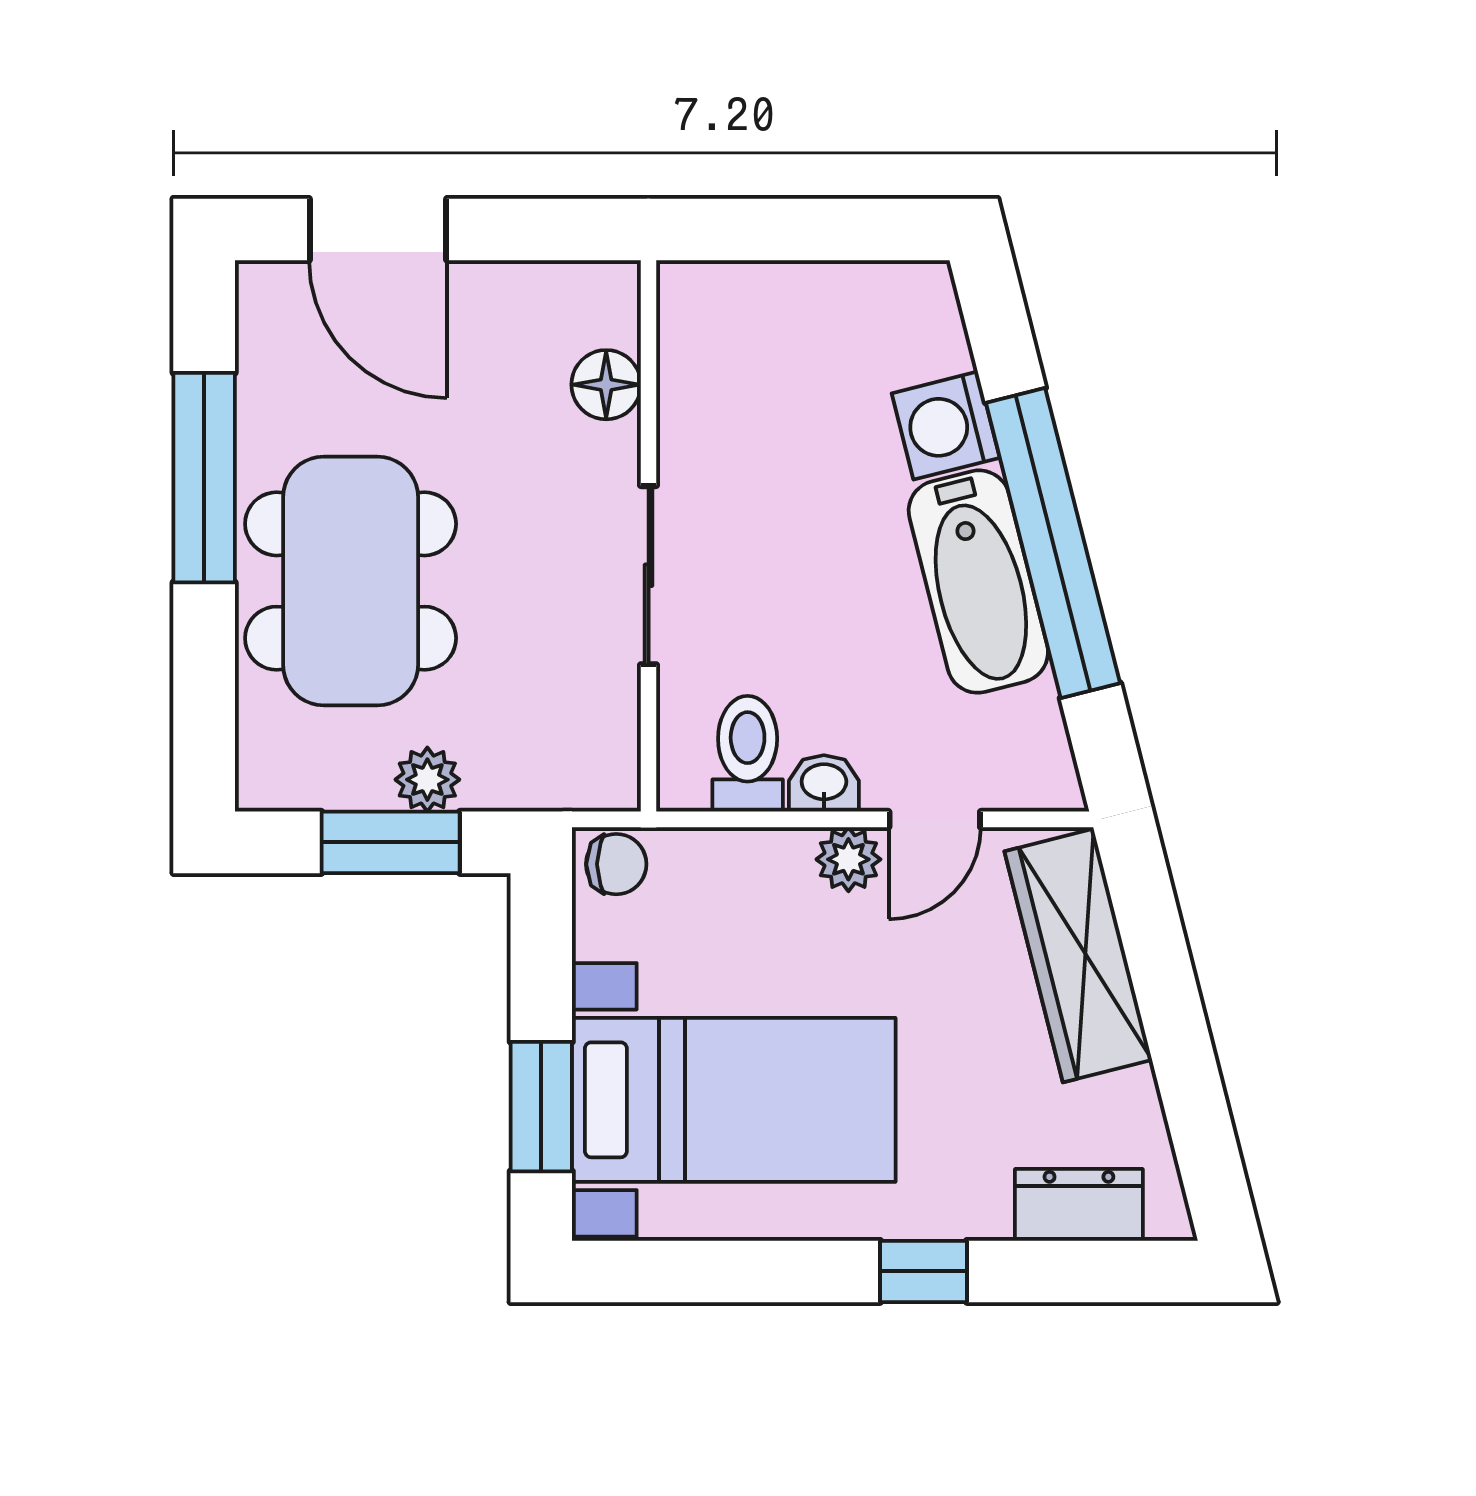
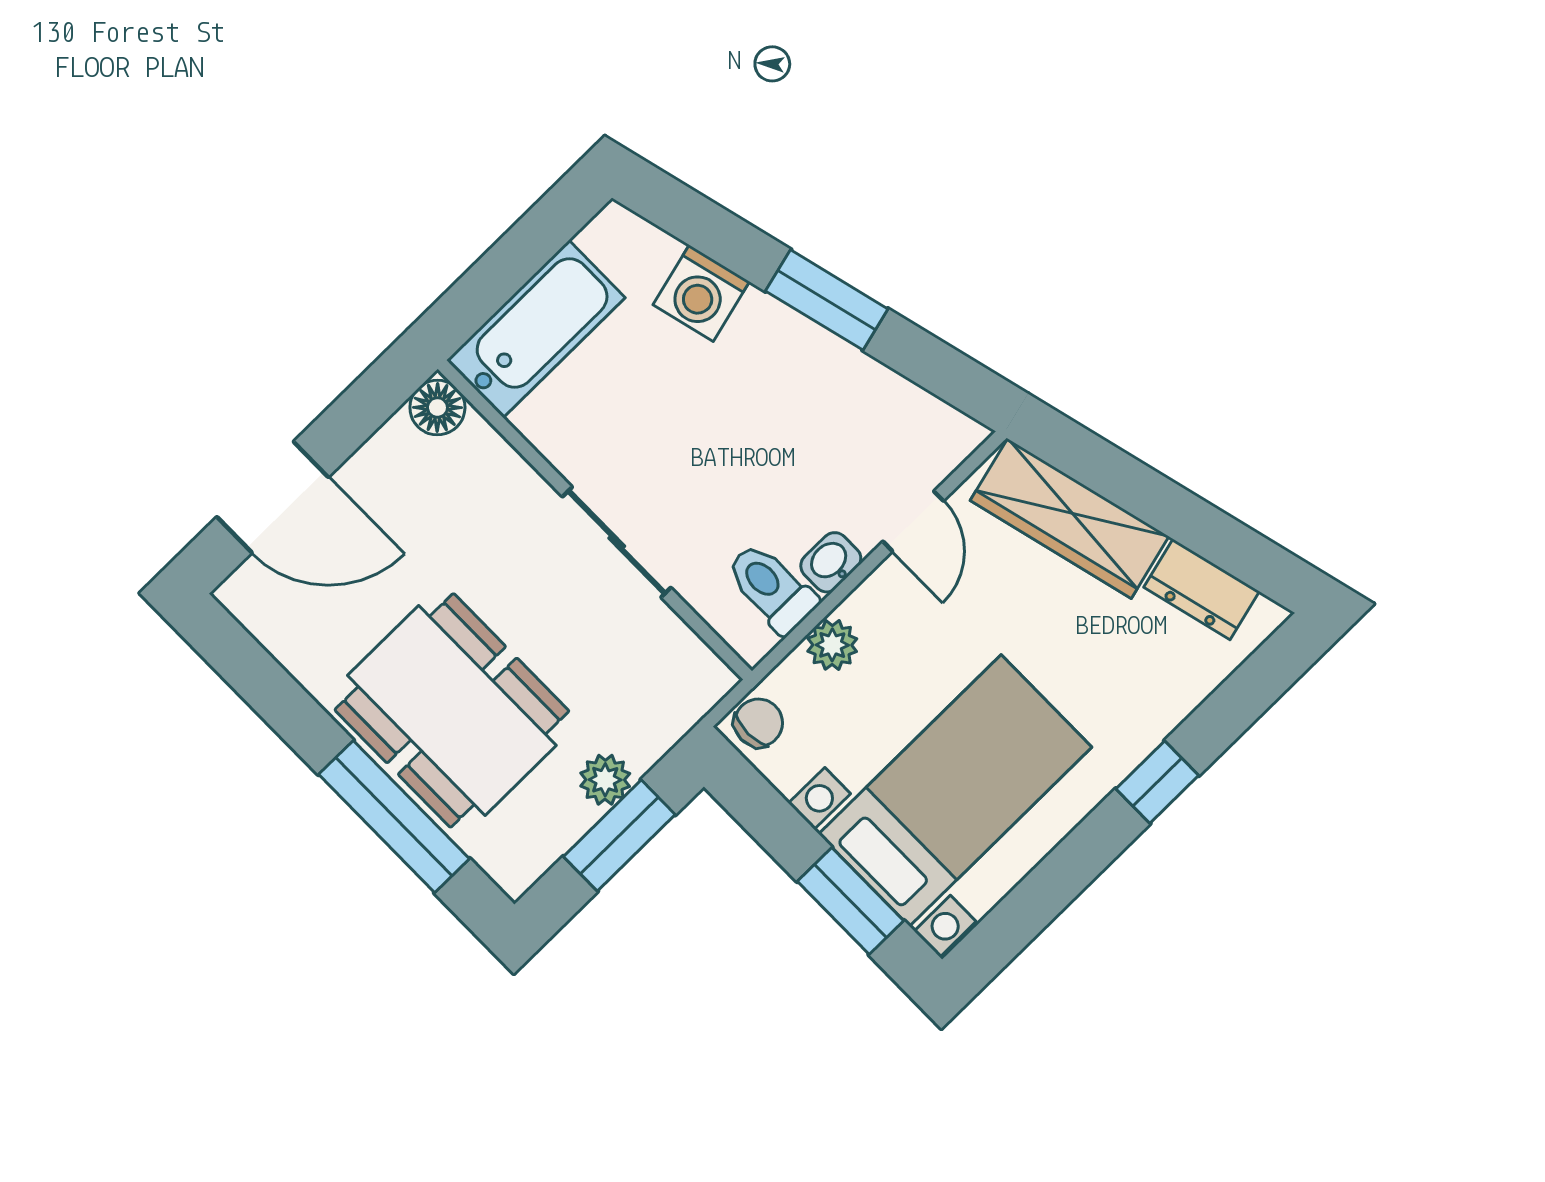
floor lamp: (606, 385) -> (437, 408), moved
window: (204, 478) -> (394, 817), moved
window: (1053, 543) -> (827, 300), width x0.47
bathtub: (978, 582) -> (536, 329), moved, turned -76
plant: (848, 859) -> (832, 645), moved
dresser: (1079, 1205) -> (1201, 589), moved, turned -104

